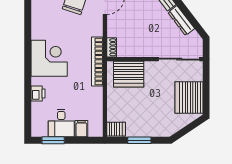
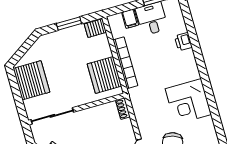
corner desk: (49, 58) -> (188, 102), moved
bookcase: (97, 61) -> (125, 63), moved
server rack: (129, 74) -> (104, 75), moved, turned -90

